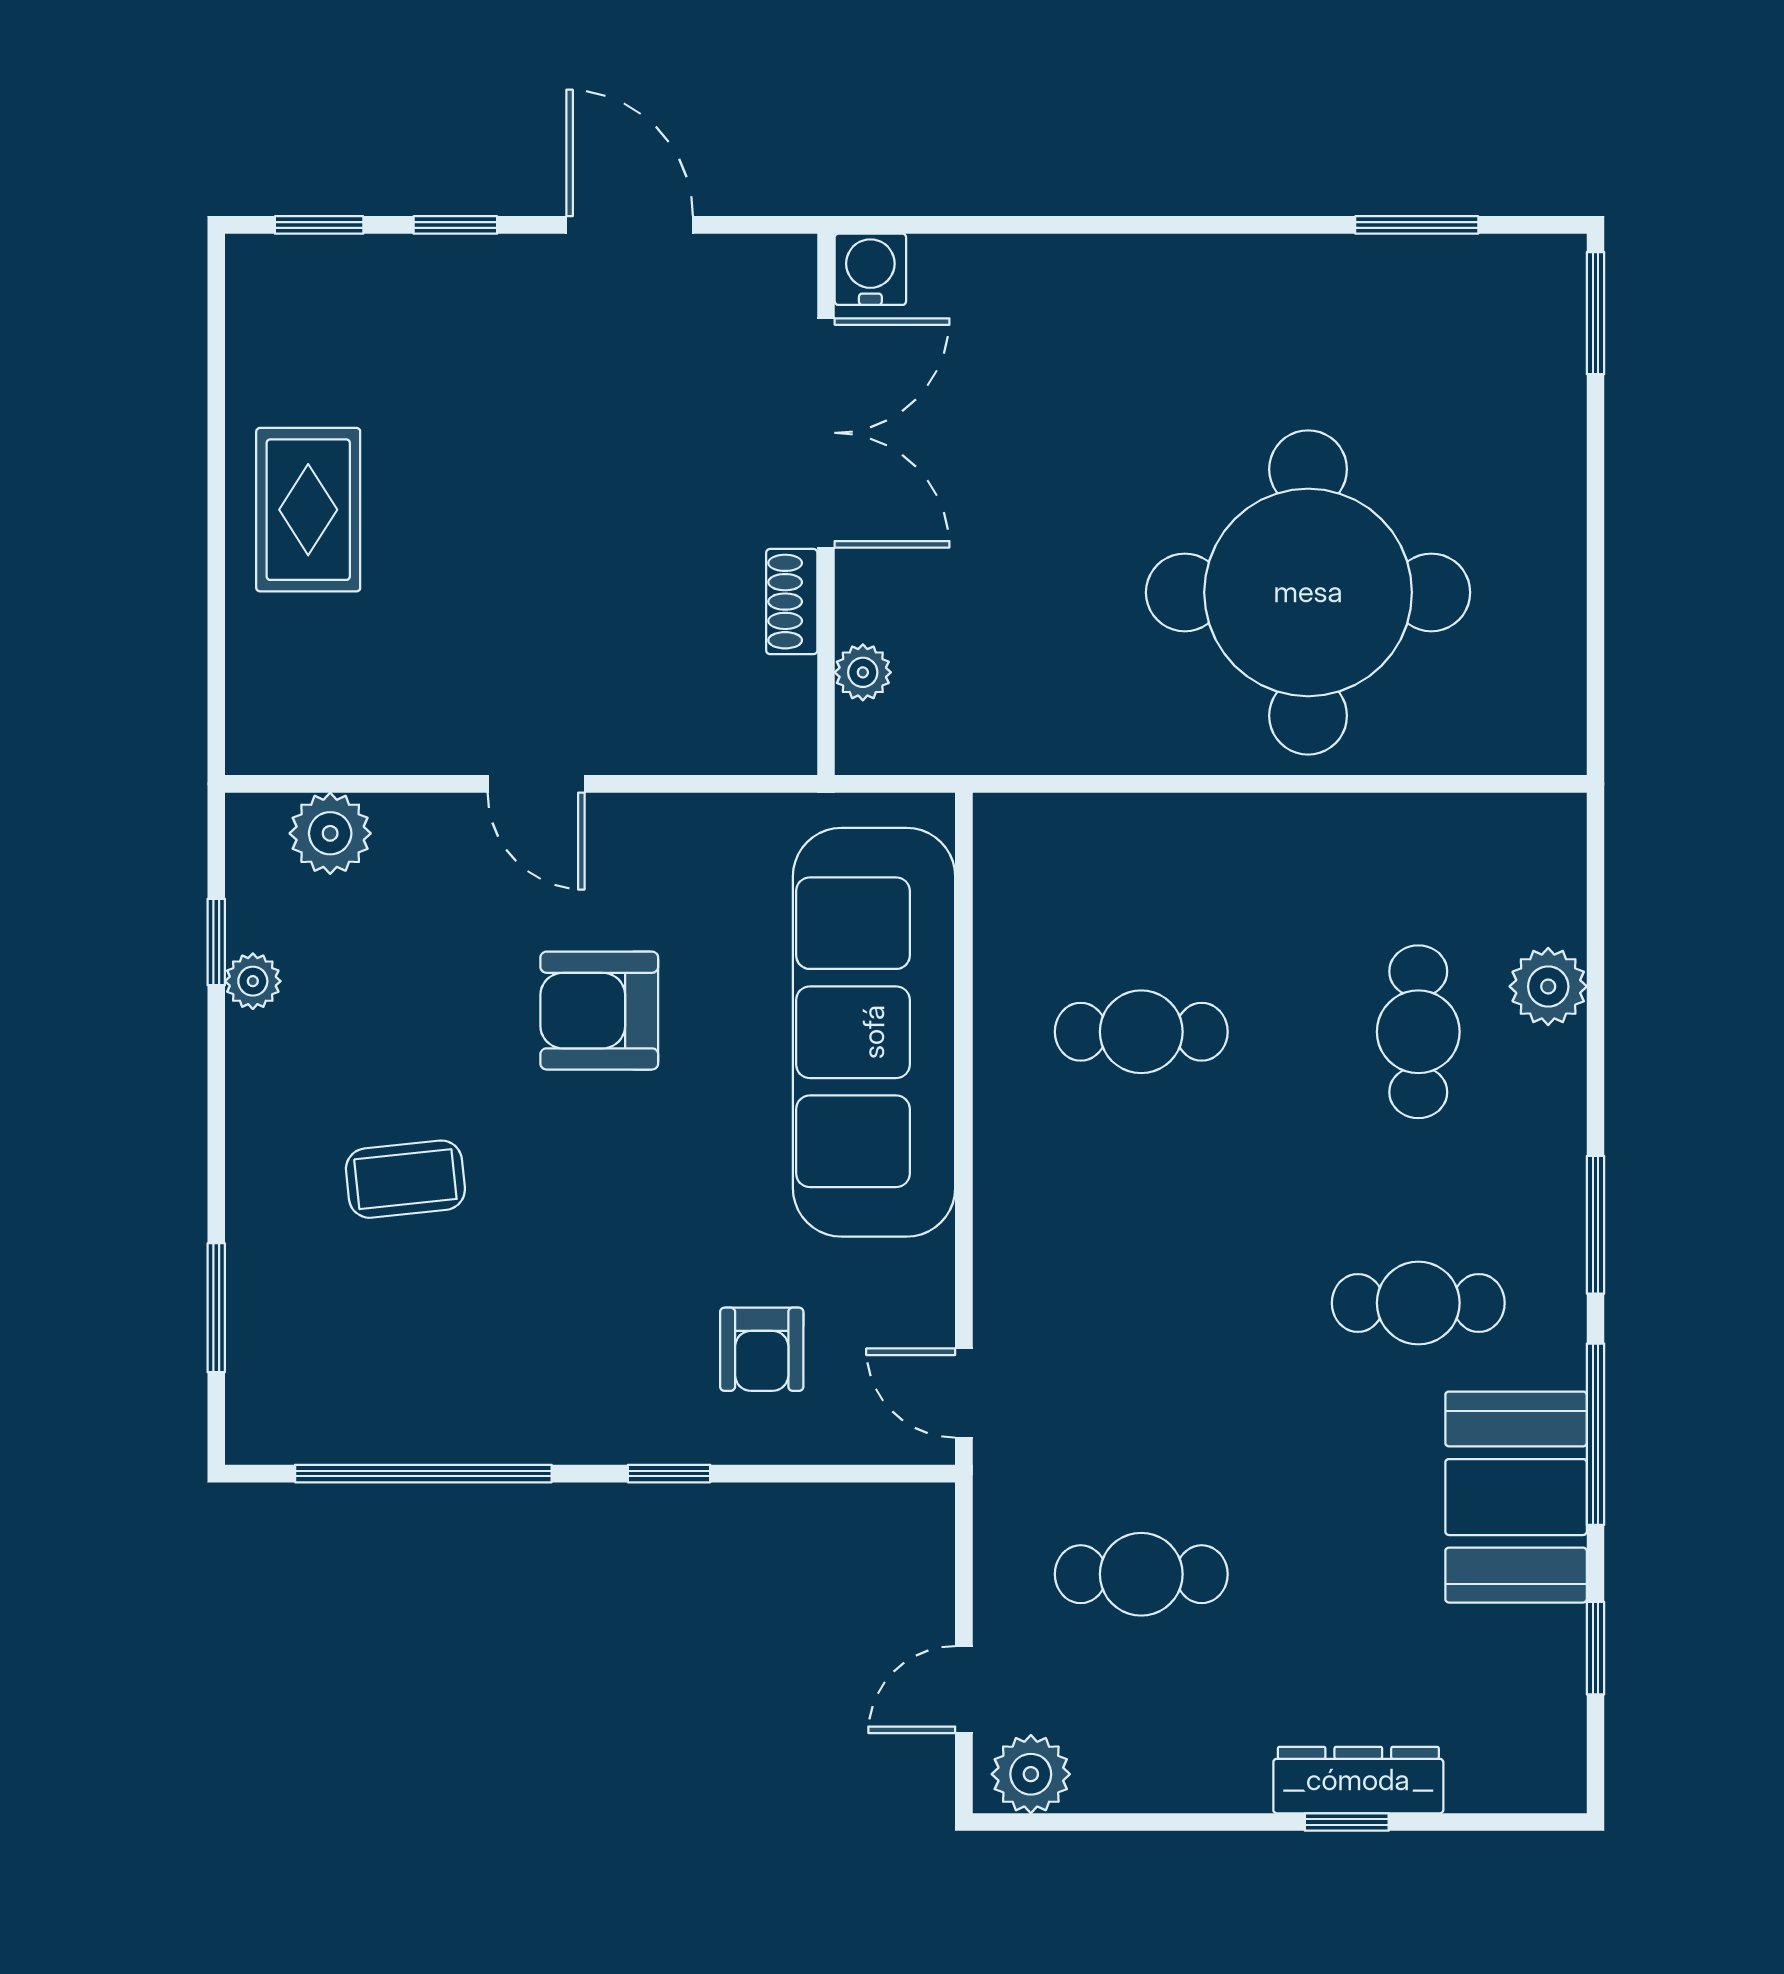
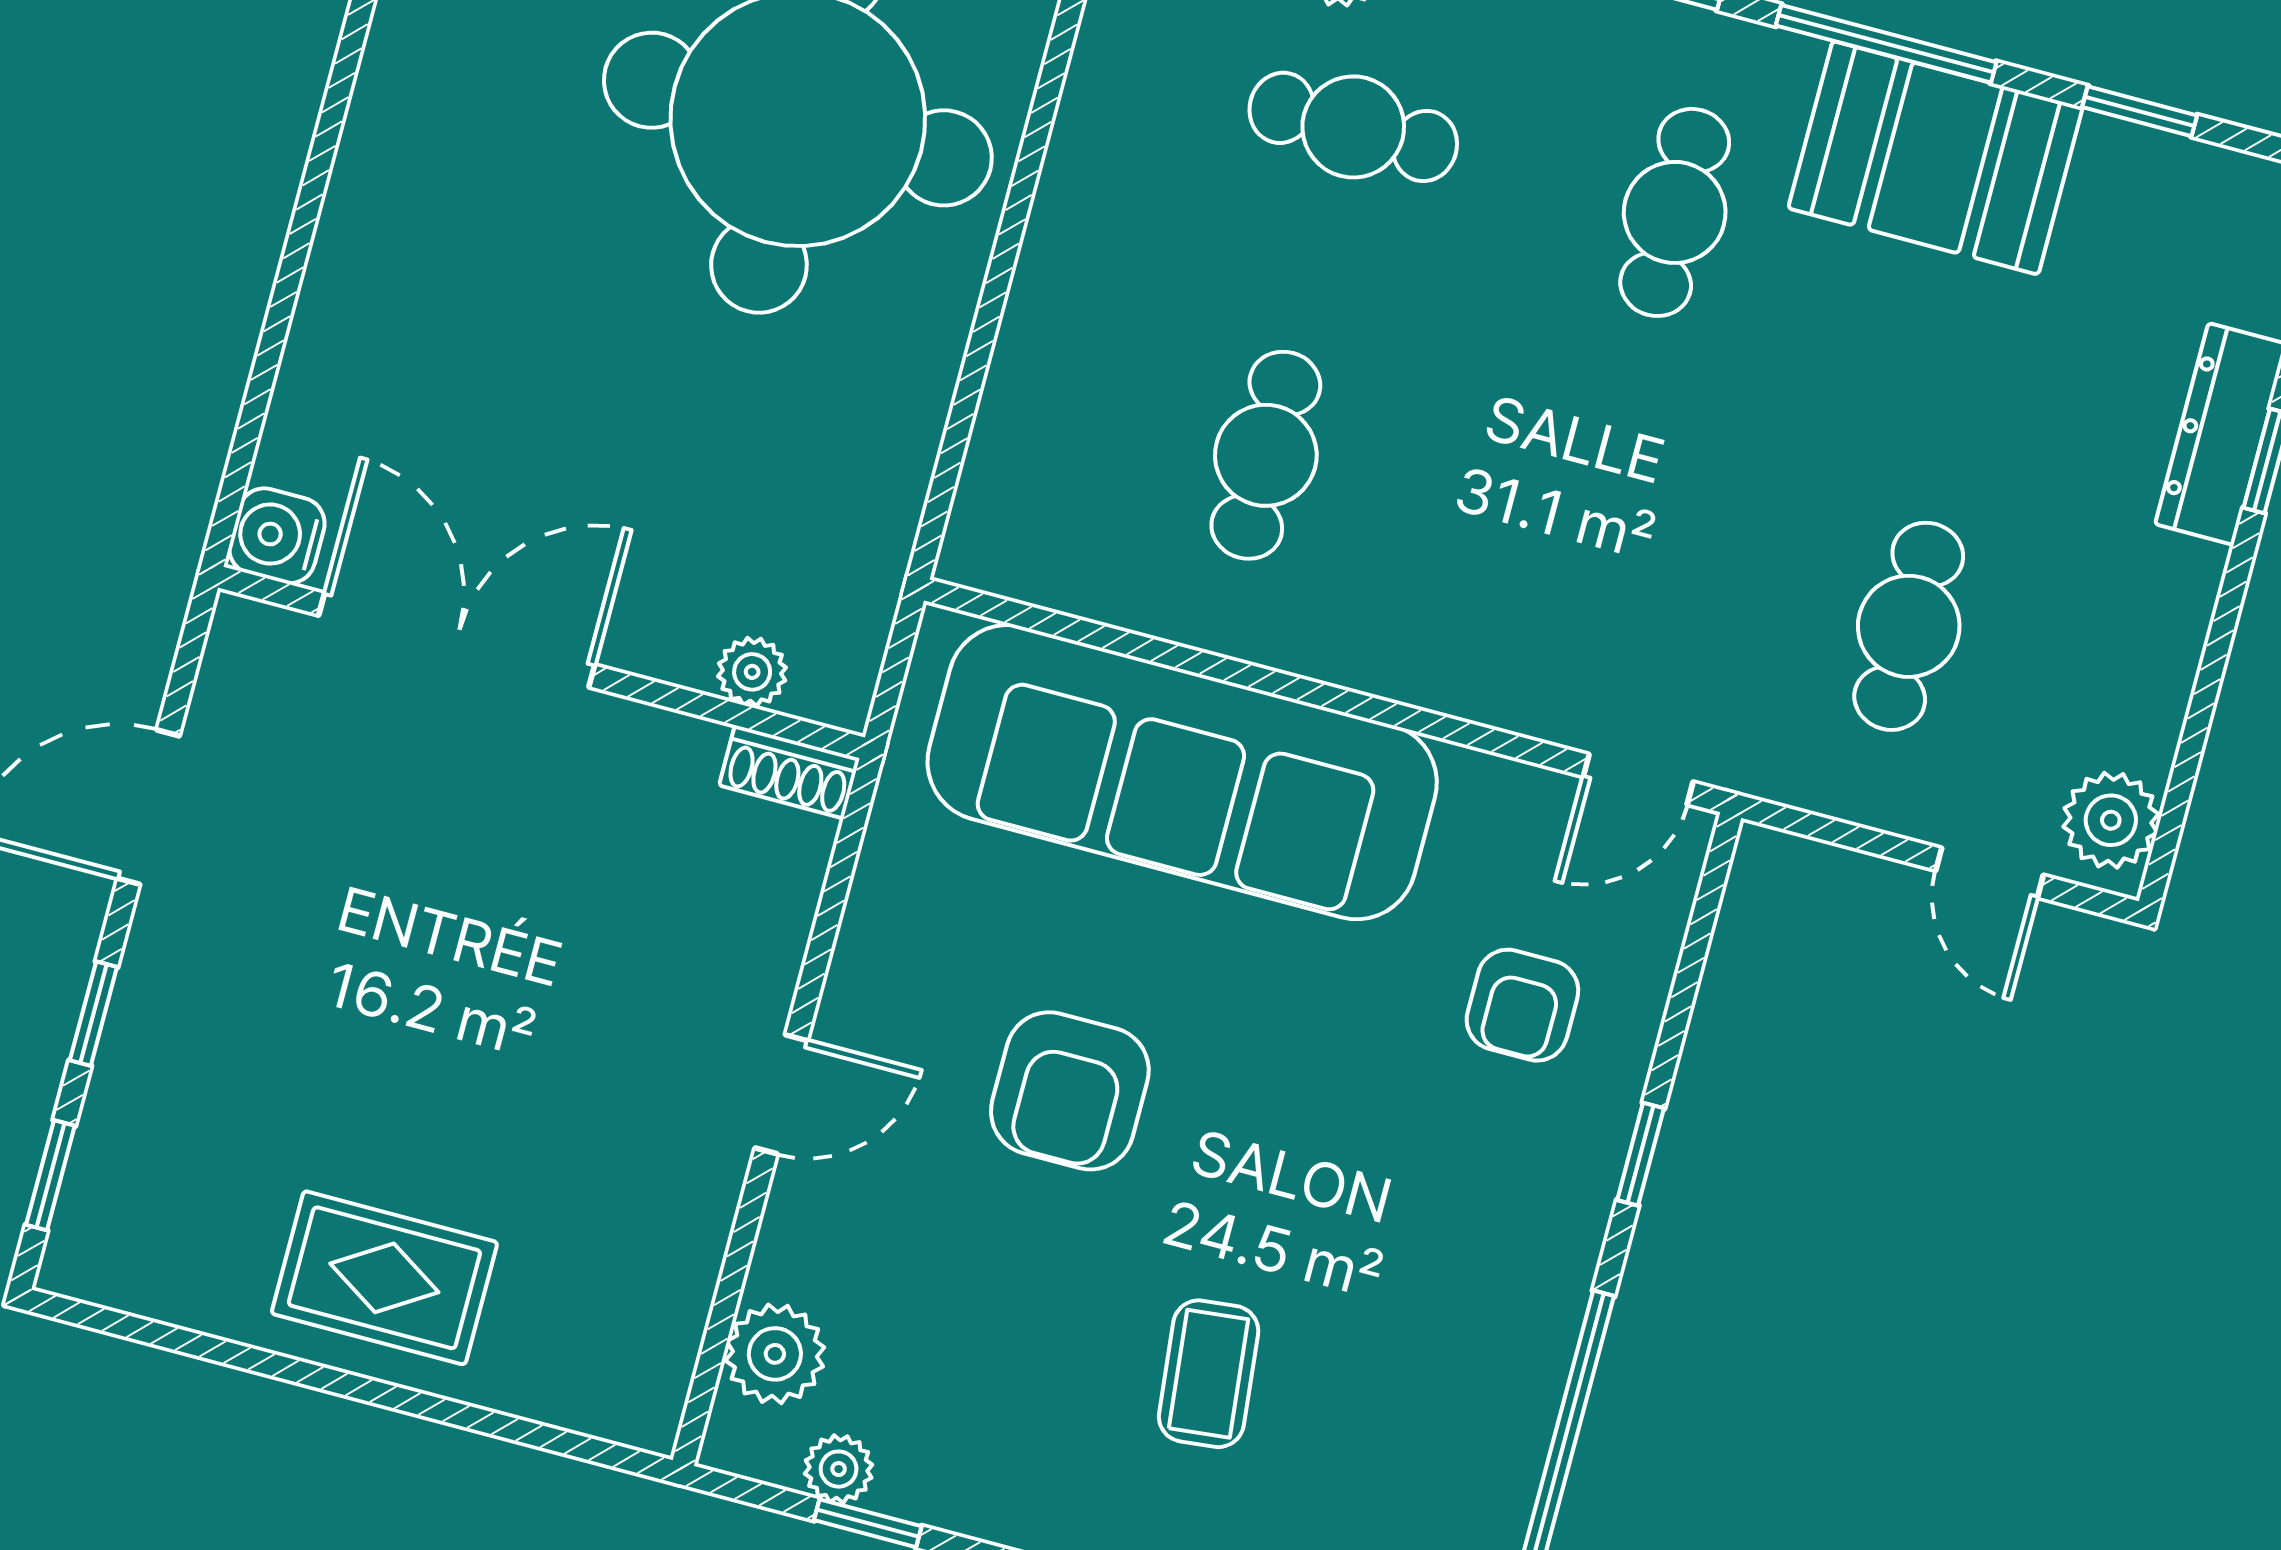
shoe rack: (792, 602) -> (789, 772), moved
plant: (253, 981) -> (839, 1469), moved
armchair: (762, 1349) -> (1522, 1005), turned 90

